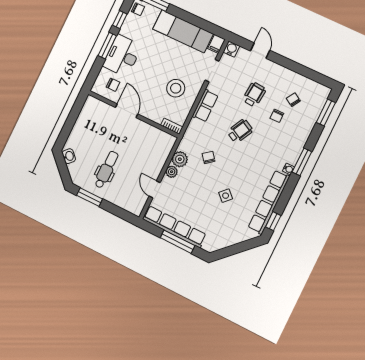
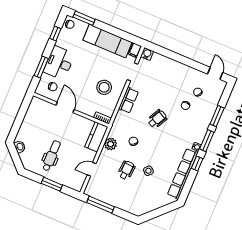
window: (107, 46) -> (41, 67), moved
door: (260, 51) -> (215, 73), moved
wheelchair: (254, 95) -> (126, 170), moved
window: (326, 113) -> (217, 116), moved
kitchen counter: (163, 149) -> (96, 137), added
plant: (172, 172) -> (104, 154), removed
door: (155, 189) -> (92, 169), hinge flipped
window: (90, 197) -> (52, 184), moved
window: (273, 221) -> (197, 164), moved
row of seats: (174, 227) -> (109, 198), removed
window: (177, 242) -> (100, 205), moved

